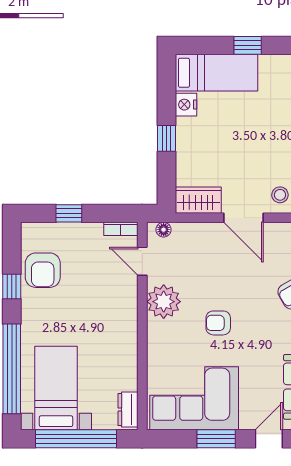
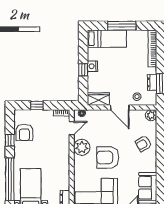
window: (248, 45) -> (122, 26), width x2.17
nightstand: (186, 105) -> (92, 66), moved
door: (142, 261) -> (72, 128), swing flipped
armchair: (218, 323) -> (108, 157), width x1.88, depth x1.88

